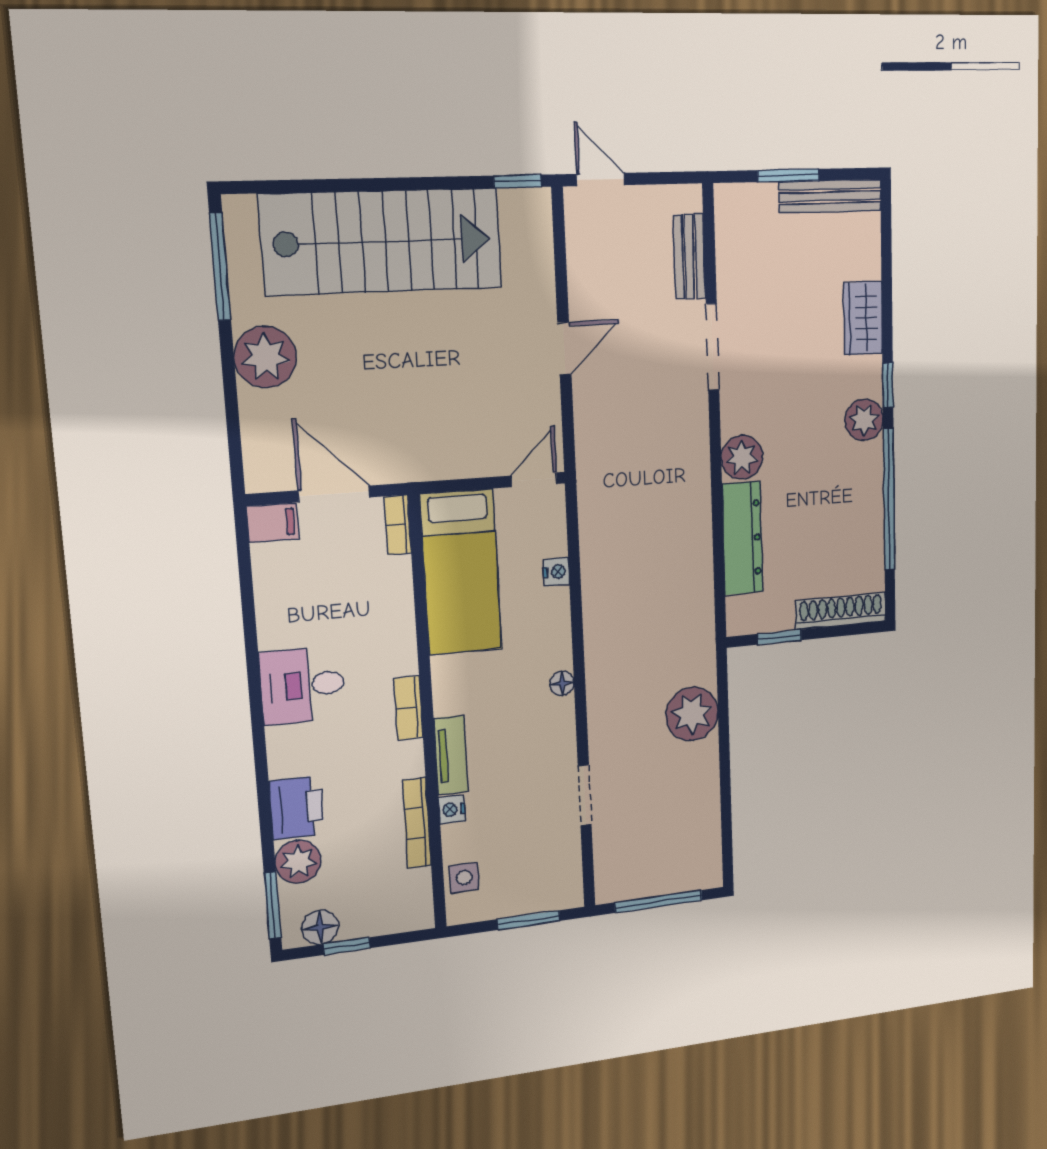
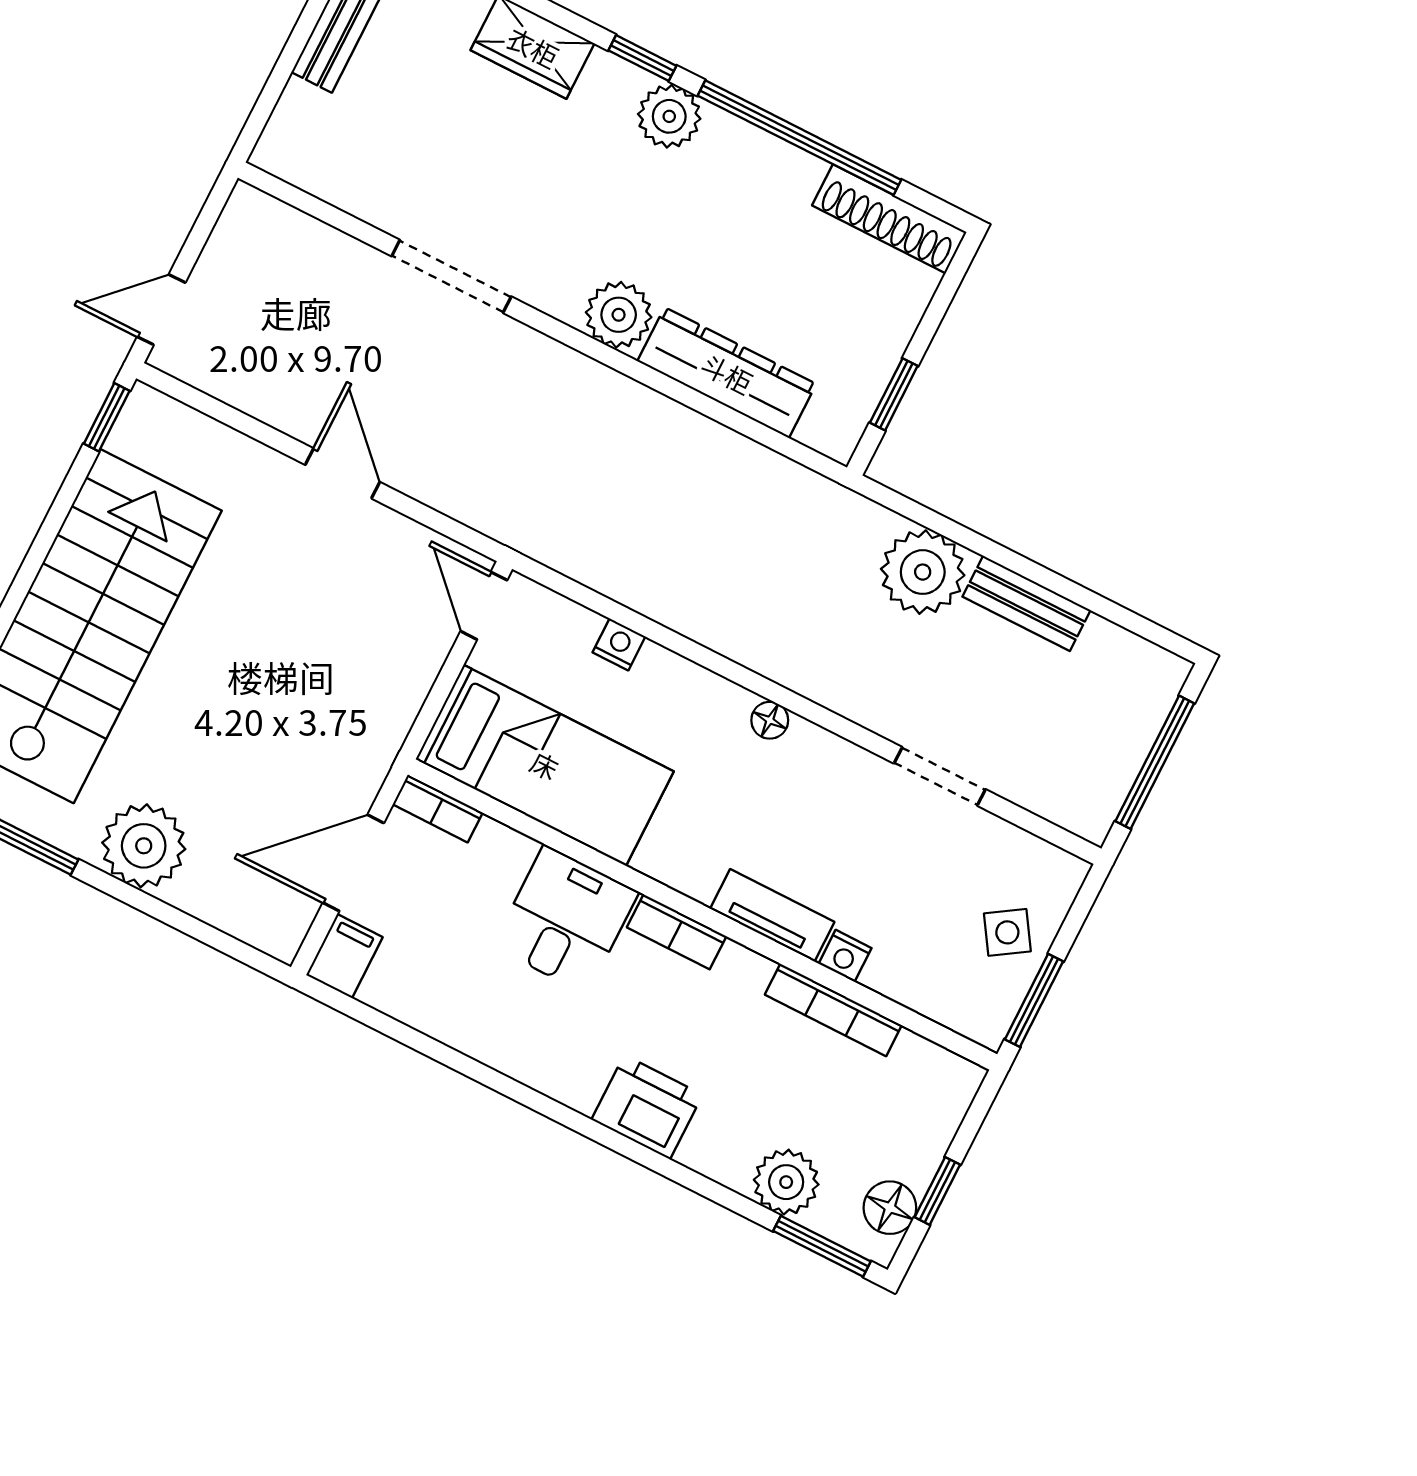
window: (788, 175) -> (291, 54), removed
bench: (689, 257) -> (1027, 603), moved
shoe rack: (841, 611) -> (889, 219), moved, turned -90
desk: (302, 685) -> (566, 919), moved, turned 180
printer: (297, 808) -> (647, 1107), moved
side table: (464, 878) -> (1007, 932), moved, turned -33
window: (529, 920) -> (1034, 1000), moved

